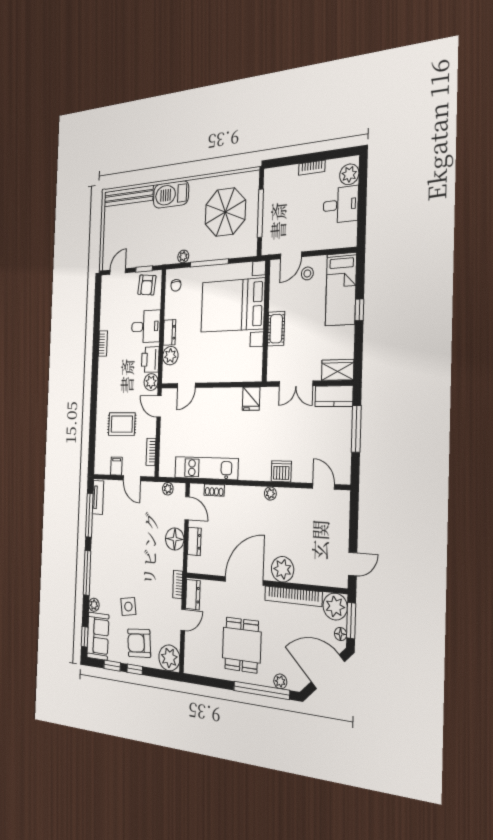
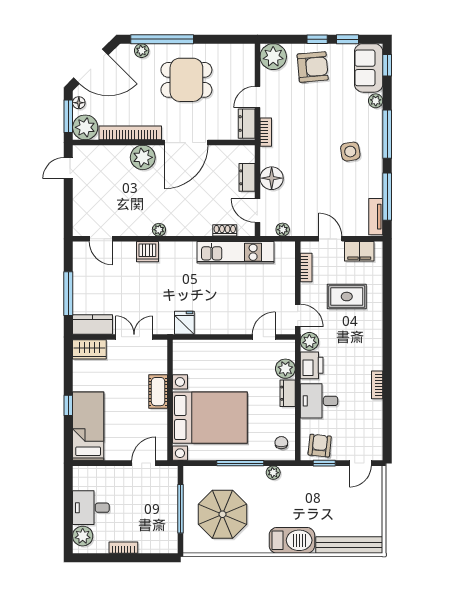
stool: (307, 273) -> (125, 444), removed
filing cabinet: (116, 466) -> (359, 251), width x2.00
side table: (128, 607) -> (350, 152), moved
dining table: (242, 645) -> (186, 80), turned 90

